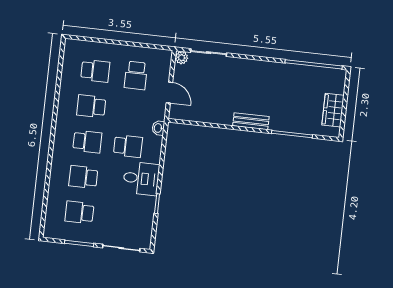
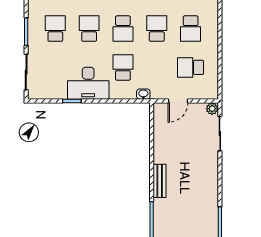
school desk: (128, 146) -> (123, 67), turned 180
desk: (141, 179) -> (88, 83), width x1.37

